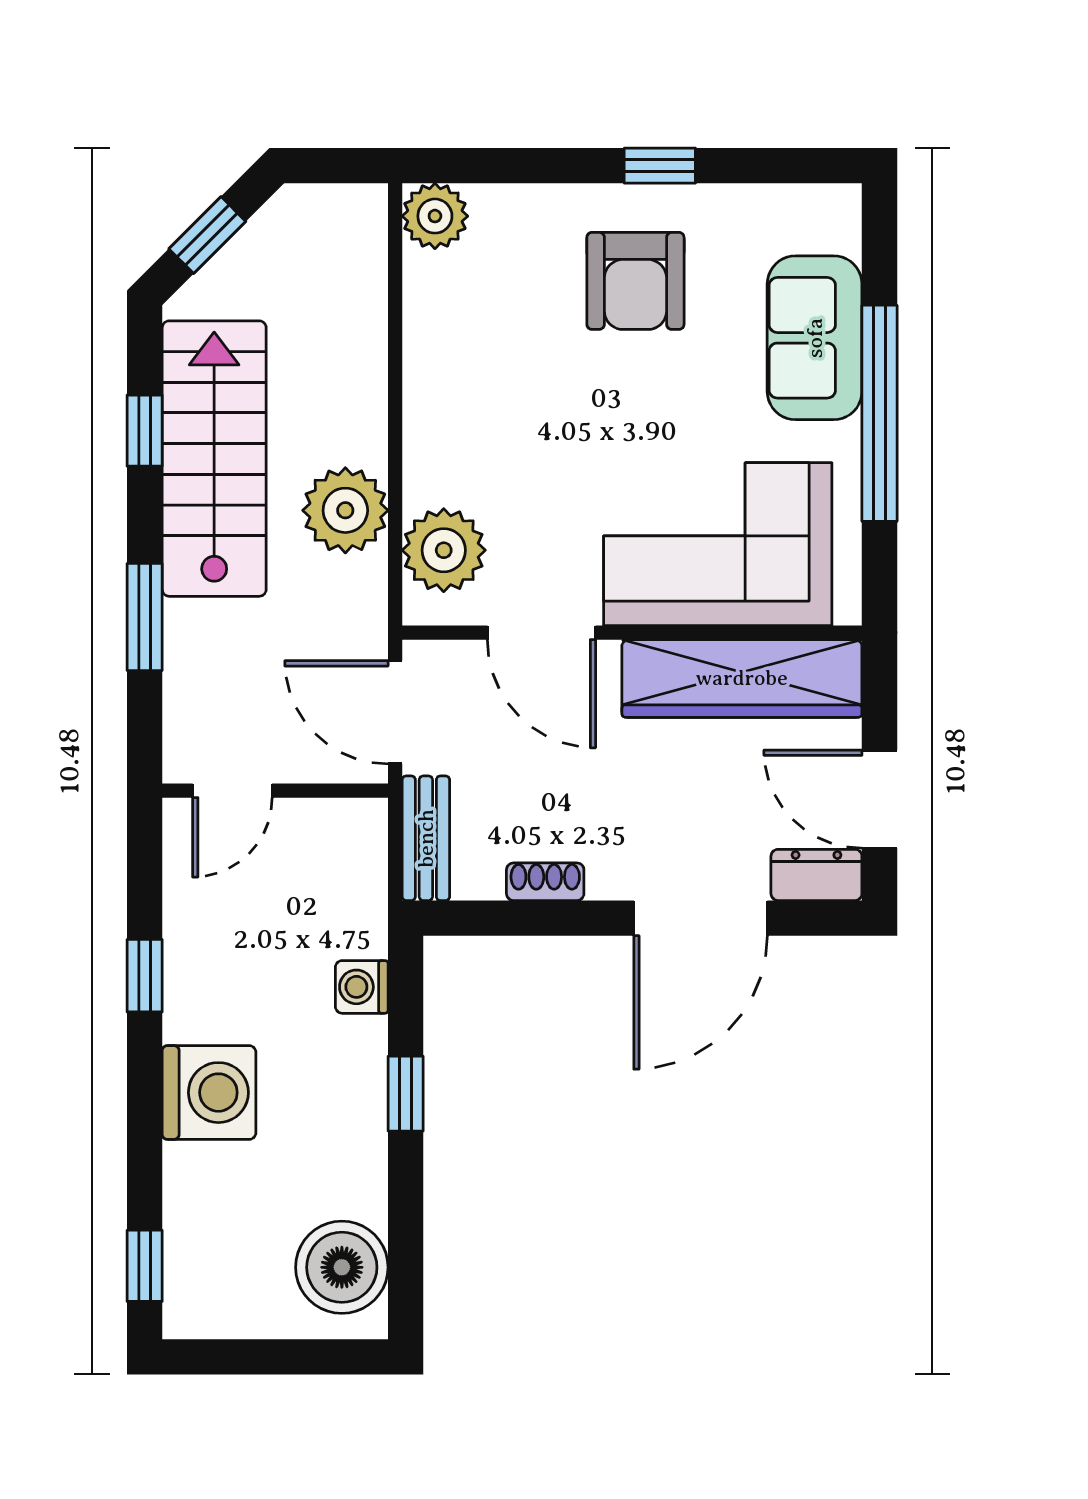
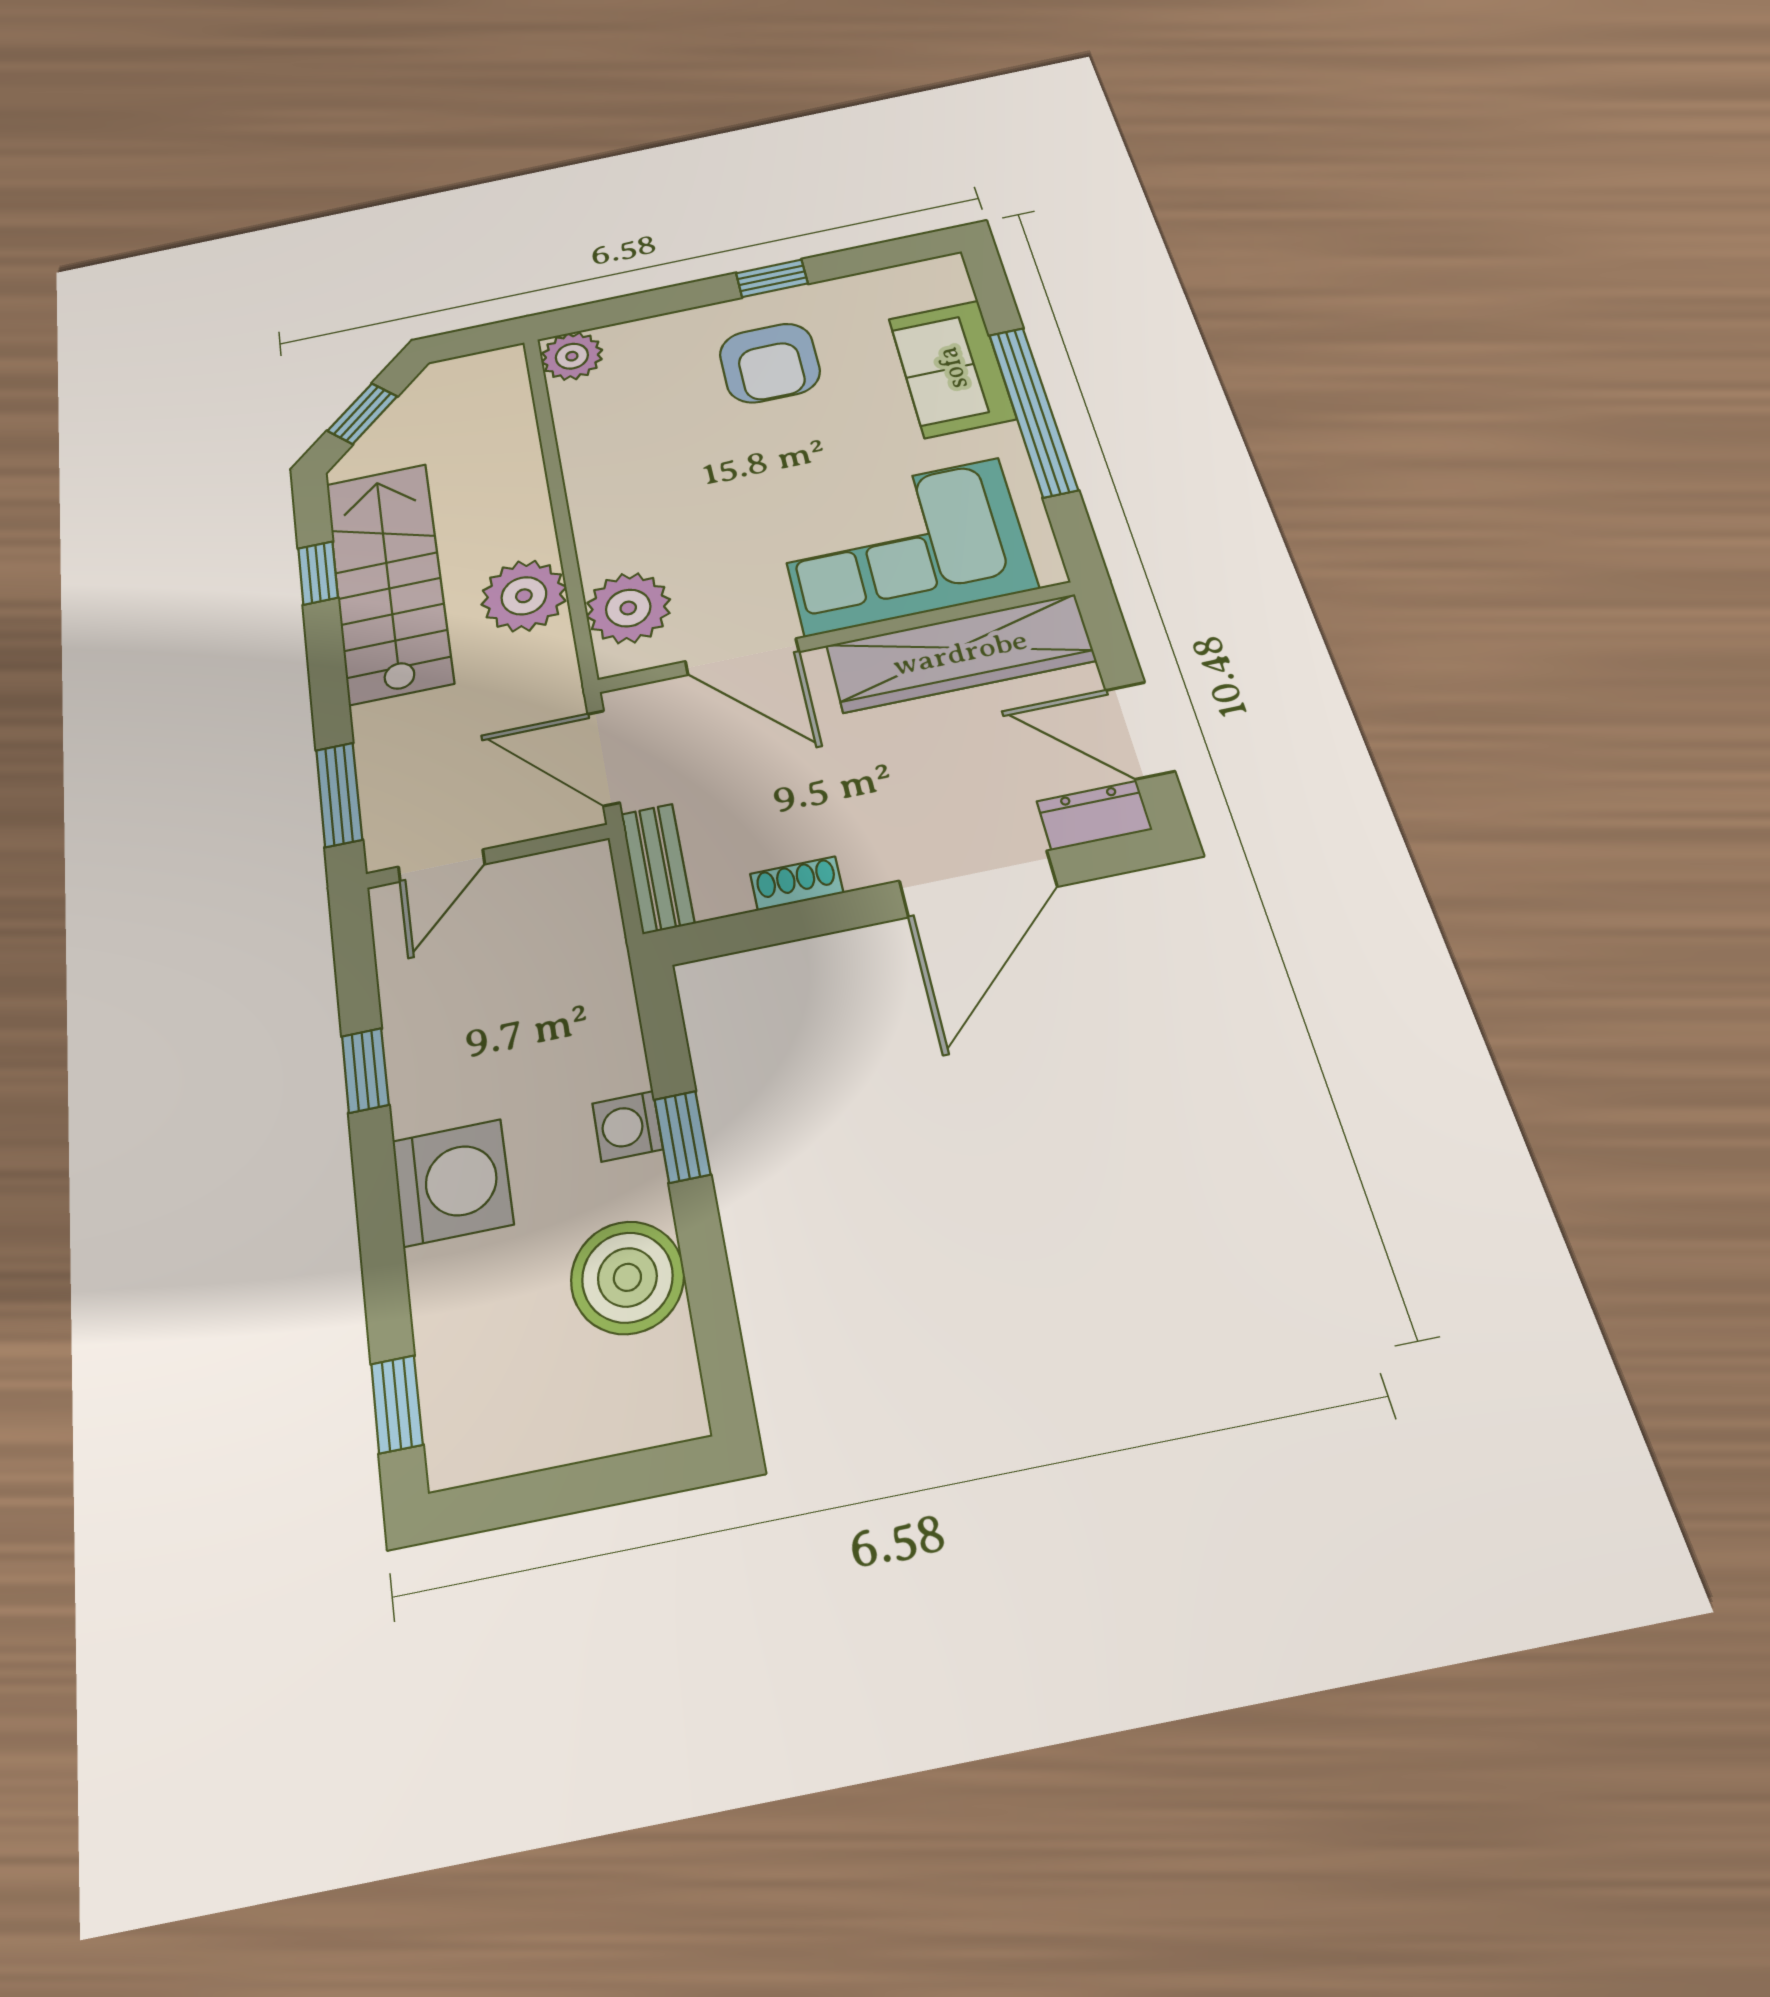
window: (145, 617) -> (339, 795), moved
washing machine: (362, 987) -> (627, 1126), moved
boiler: (342, 1267) -> (627, 1277), moved

